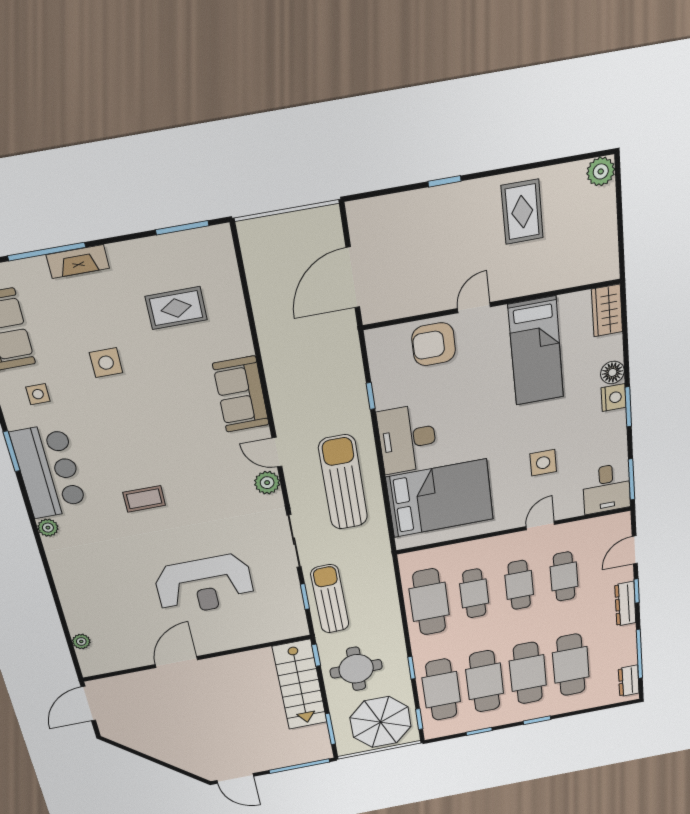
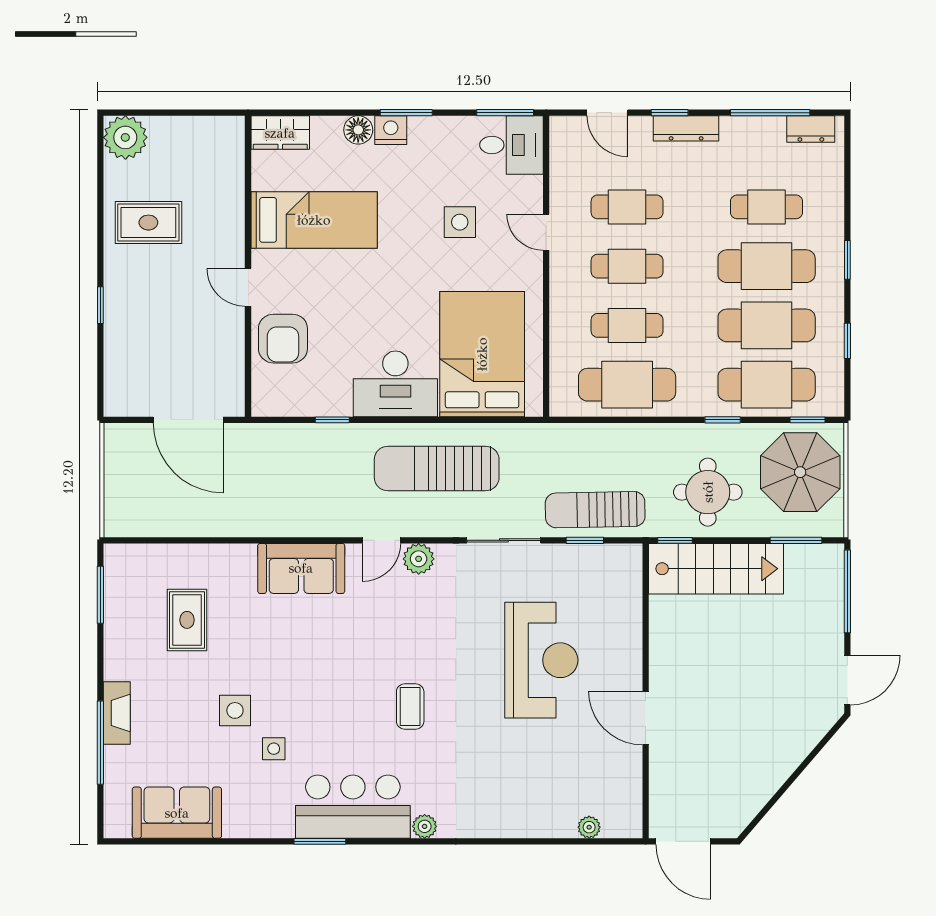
plant: (601, 171) -> (125, 137), width x1.36, depth x1.36
side table: (38, 394) -> (274, 749), moved
cafe table: (571, 665) -> (767, 207), width x0.73, depth x0.74

